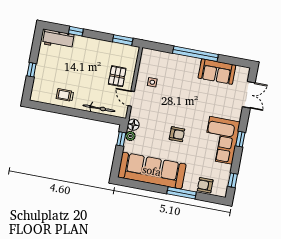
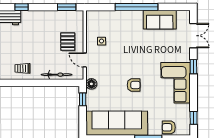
plant: (130, 136) -> (91, 95), removed
window: (240, 139) -> (193, 67), moved

